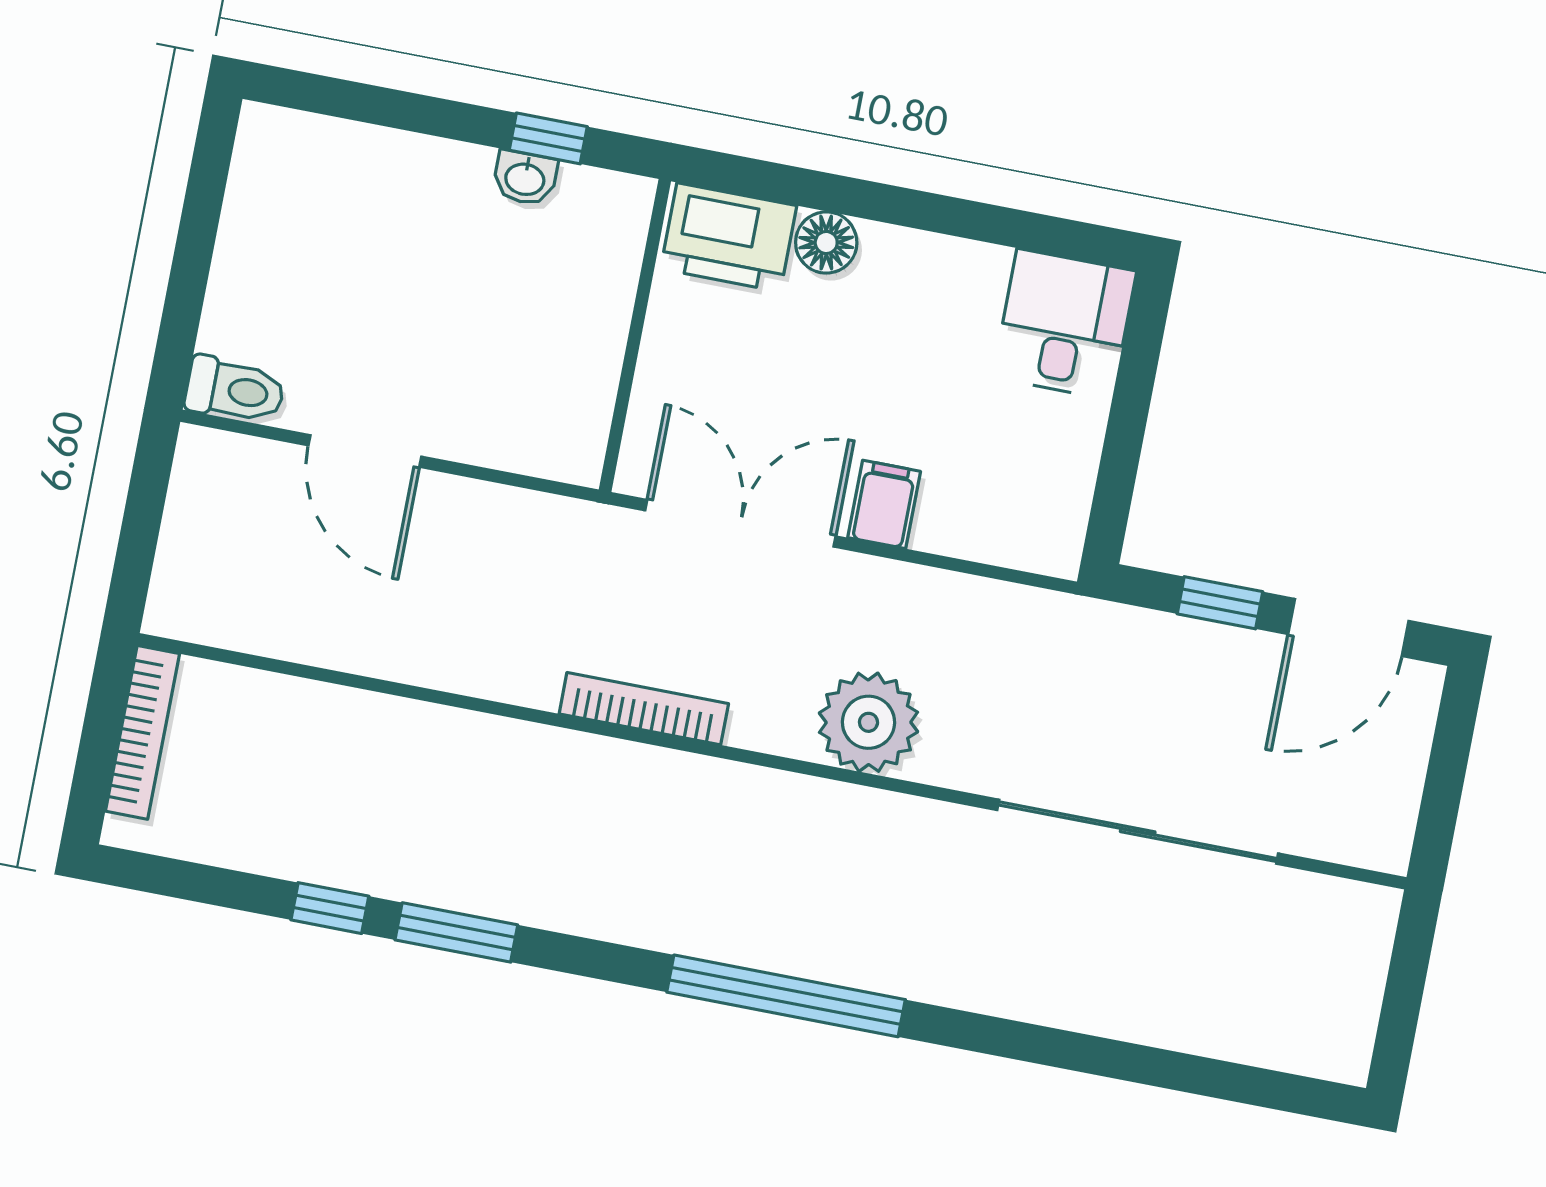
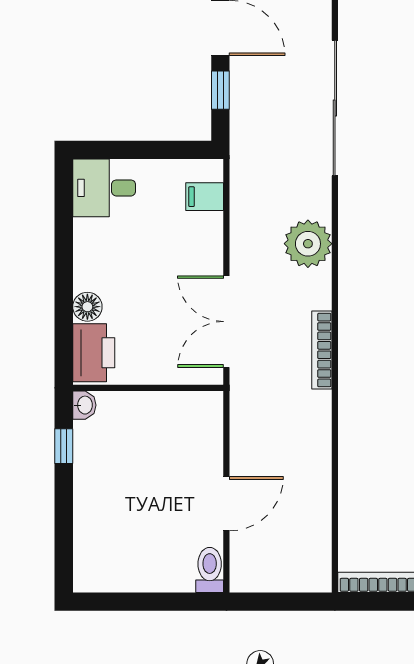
washbasin: (525, 178) -> (84, 405), moved
filing cabinet: (884, 504) -> (205, 197), moved

